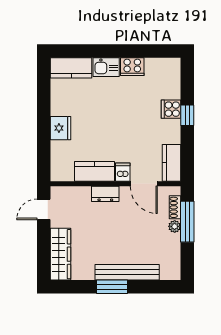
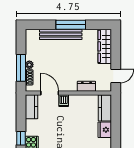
kitchen counter: (95, 171) -> (105, 108), moved, turned 90
dresser: (105, 194) -> (86, 86), moved
window: (112, 287) -> (71, 25), width x1.44

